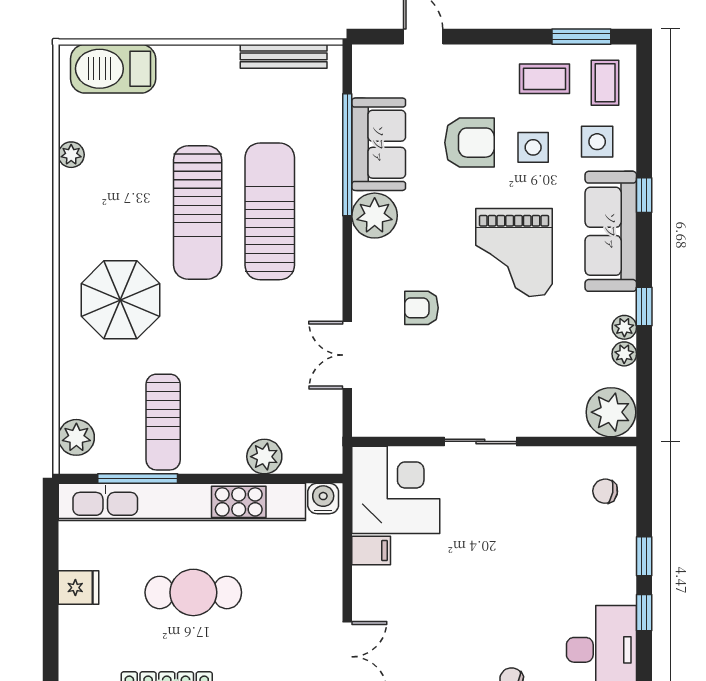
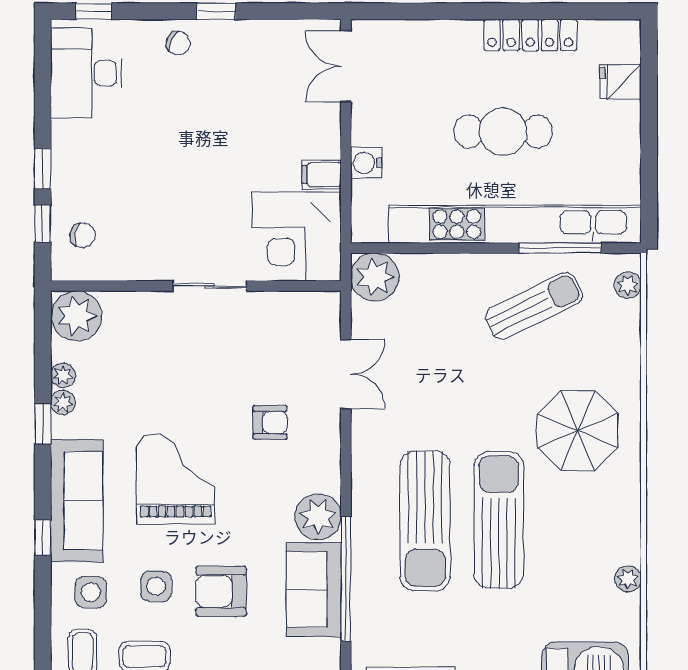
sun lounger: (163, 422) -> (534, 306), turned 64
plant: (76, 437) -> (628, 285), width x0.73, depth x0.73
plant: (264, 457) -> (375, 277), moved, width x1.36, depth x1.36
water cooler: (323, 498) -> (366, 163), moved, turned 90
fridge: (78, 588) -> (620, 82), moved
window: (644, 613) -> (43, 223), moved

